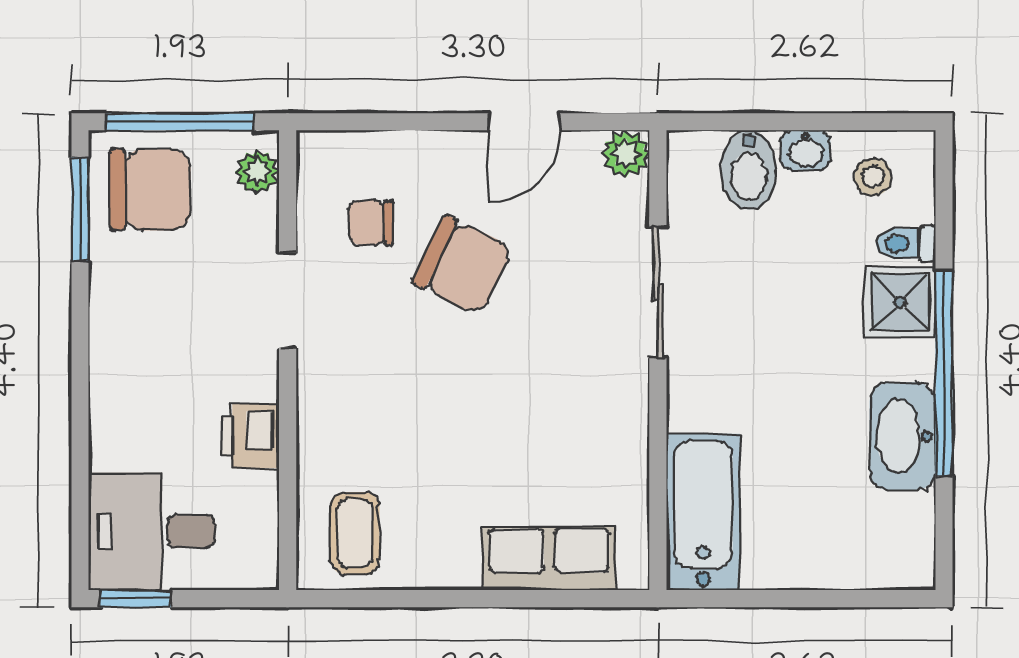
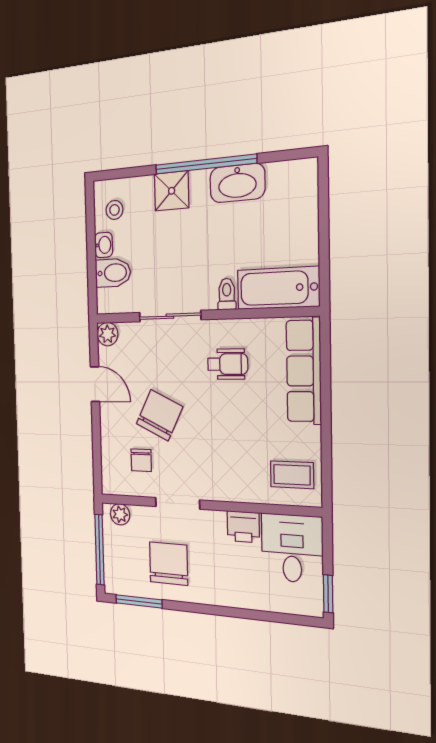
chair: (150, 190) -> (169, 564), moved
toilet: (906, 244) -> (227, 294), moved, turned 180
wheelchair: (563, 410) -> (228, 364), added
desk: (152, 531) -> (292, 548), moved, turned 180
row of seats: (549, 558) -> (304, 371), width x1.48

